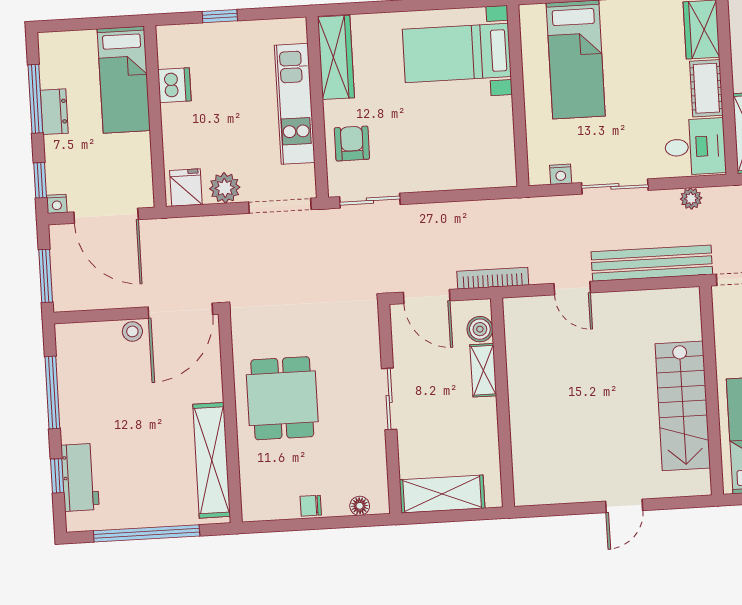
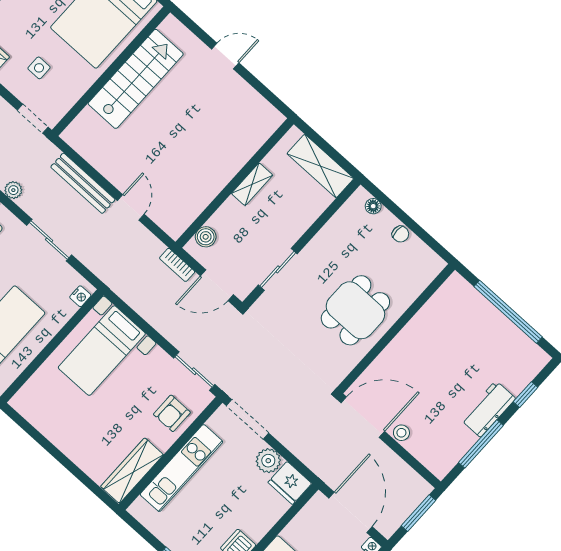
bed with nightstands: (457, 53) -> (102, 351), moved, turned 90
nightstand: (561, 174) -> (80, 296), moved, turned 90
fridge: (186, 188) -> (290, 483), width x1.38
bench: (652, 263) -> (83, 183), width x0.73, depth x0.82
bookcase: (493, 278) -> (177, 265), width x0.64
door: (427, 297) -> (217, 285), swing flipped
shelving: (483, 370) -> (252, 184), moved
sliding door: (389, 399) -> (278, 269), moved
shelving: (212, 460) -> (430, 316), removed
workbench: (80, 477) -> (488, 409), moved

